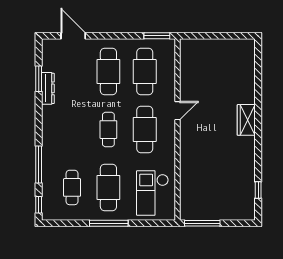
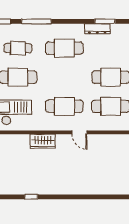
wardrobe: (246, 120) -> (43, 141), moved, turned 180
cafe table: (108, 130) -> (64, 48), moved, width x1.37, depth x1.35
window: (258, 190) -> (31, 197), moved

